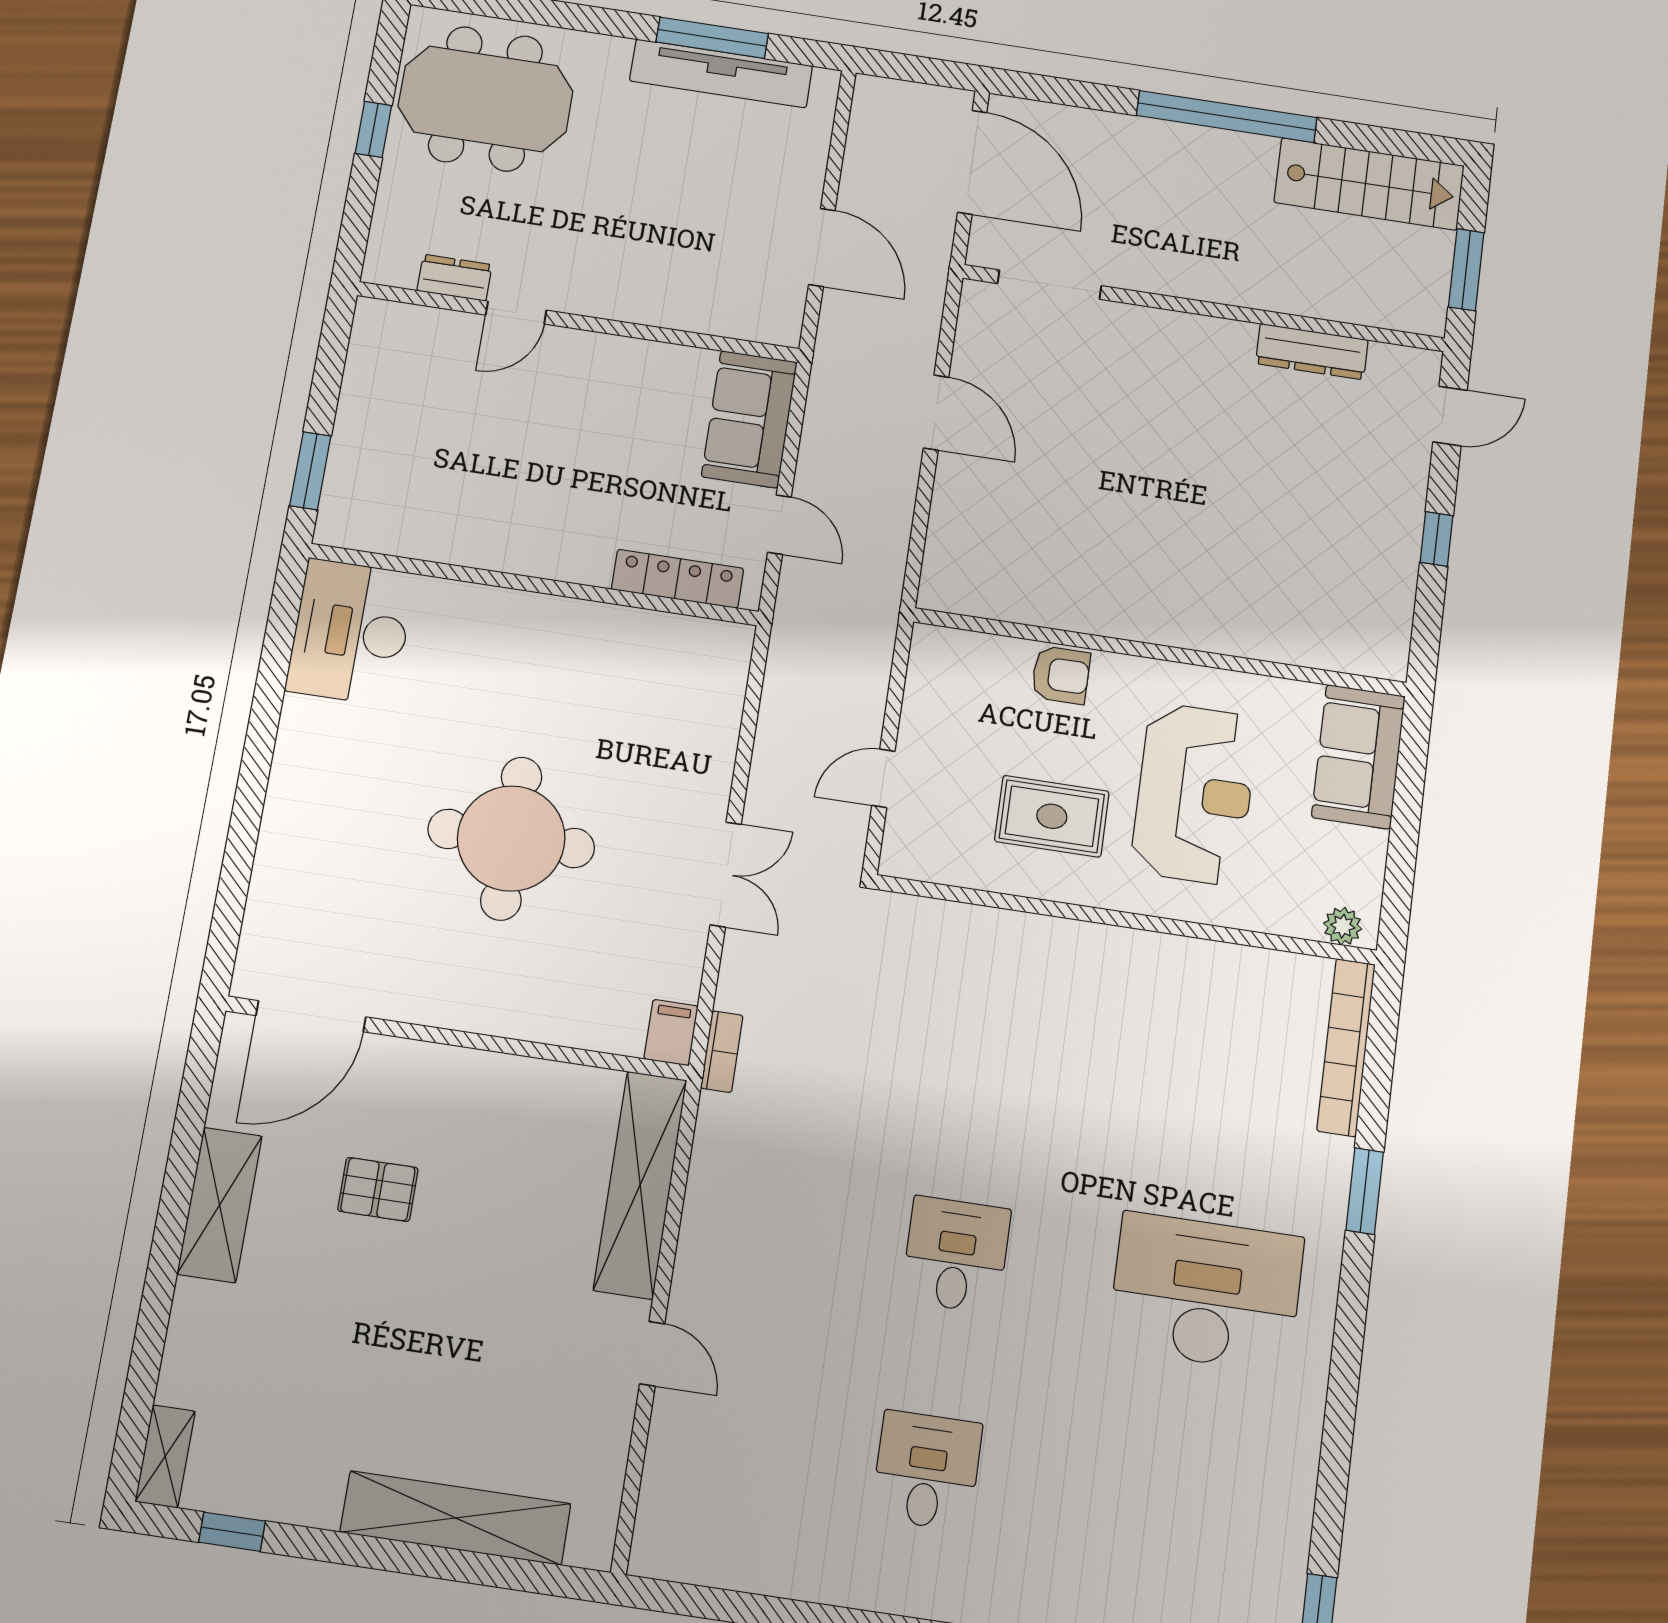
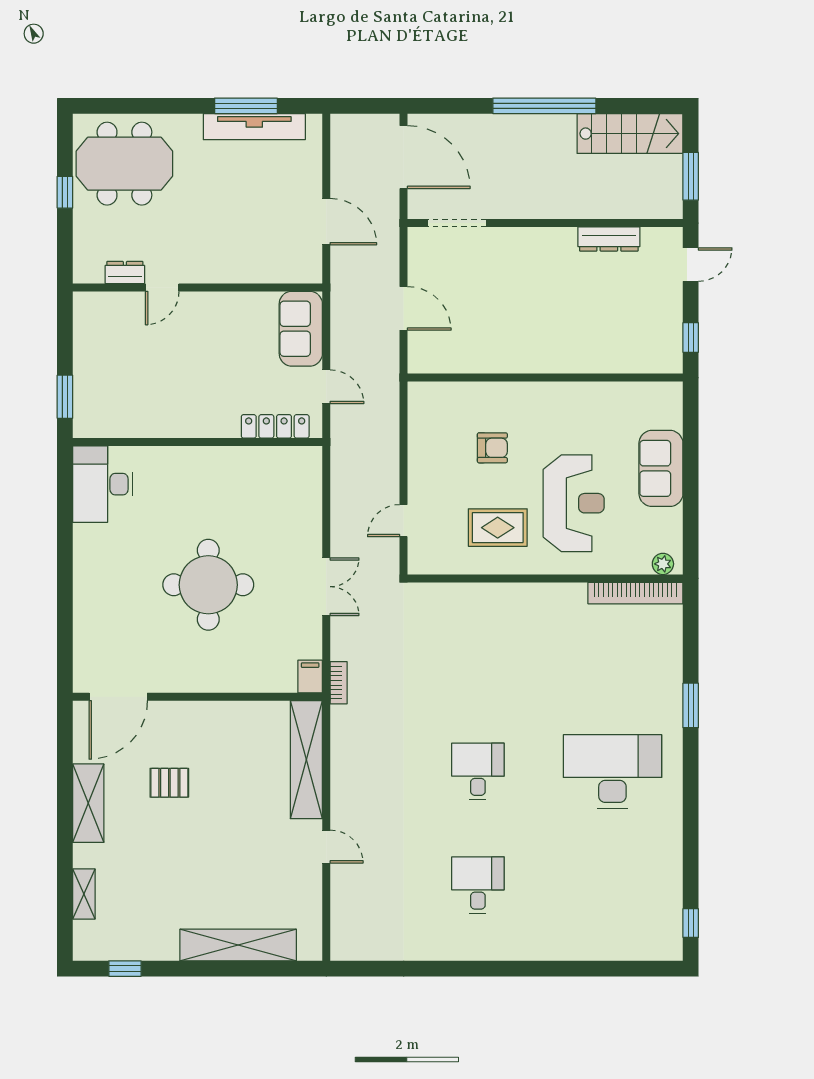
wall: (1160, 652) -> (545, 378), moved
bookcase: (1346, 1047) -> (635, 593), moved, turned -90
shelving: (165, 1456) -> (84, 894), moved

